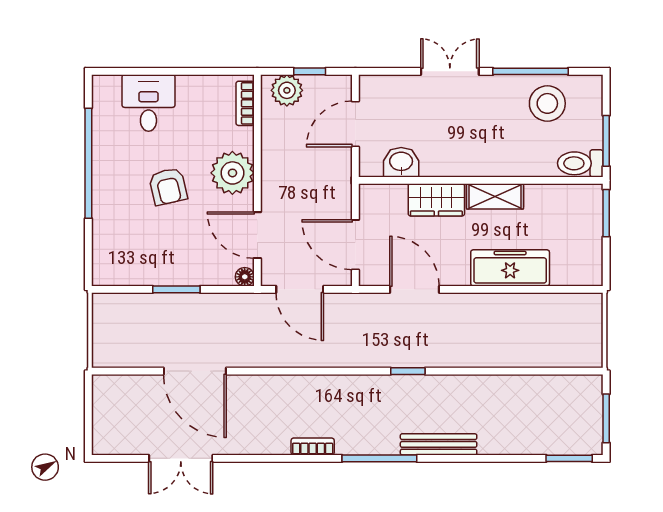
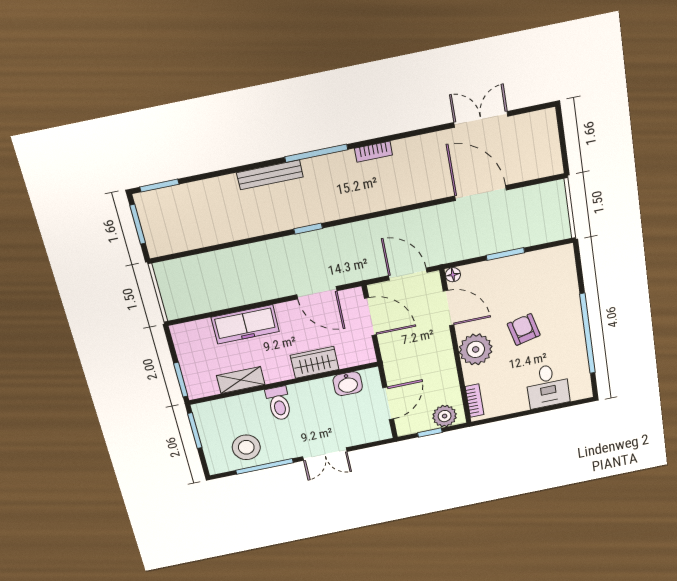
toilet: (580, 163) -> (279, 403), moved, turned 90
shelving: (495, 196) -> (241, 380), moved

